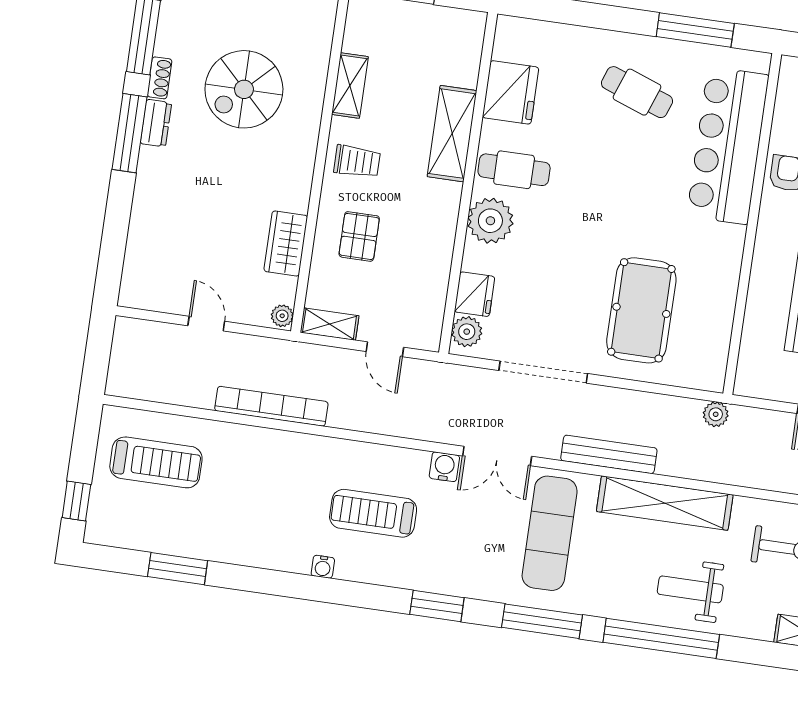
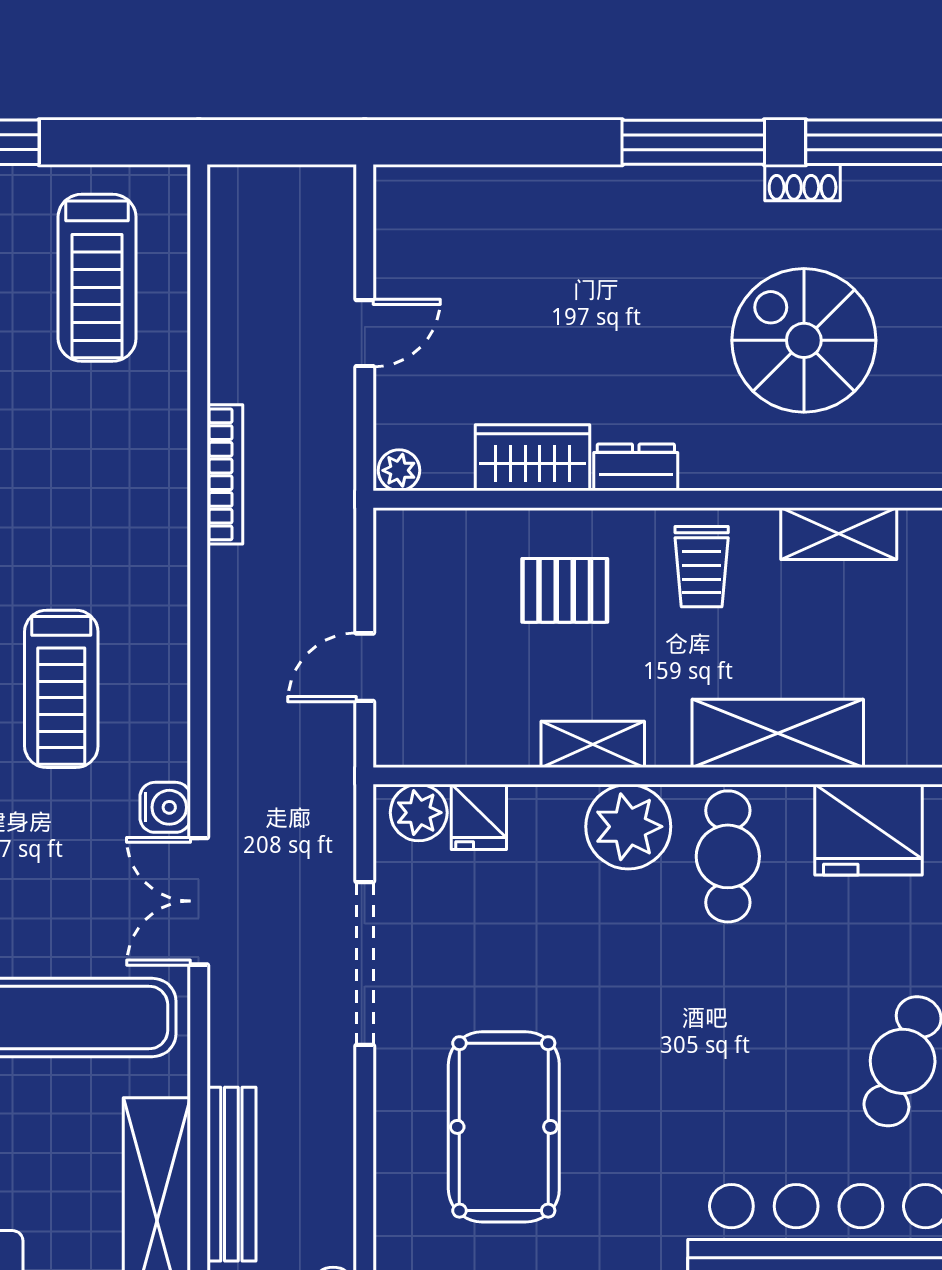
dresser: (156, 123) -> (636, 467), moved, turned 180
fridge: (474, 294) -> (479, 817), width x0.72
pool table: (641, 310) -> (504, 1127), turned 90
shelving: (330, 324) -> (593, 744), moved, turned 90
bookcase: (271, 406) -> (225, 474), width x0.68, depth x0.76
bench: (609, 454) -> (231, 1174), moved
treadmill: (373, 513) -> (61, 689), turned 180

